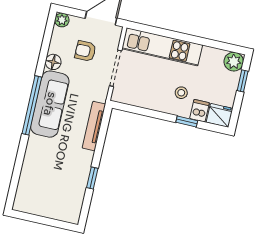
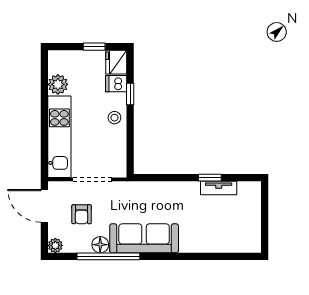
plant: (234, 62) -> (58, 84), moved
window: (243, 81) -> (94, 47), moved
stool: (181, 93) -> (114, 118), moved
window: (32, 105) -> (108, 256), moved
tv unit: (94, 126) -> (219, 188), moved, width x0.71

